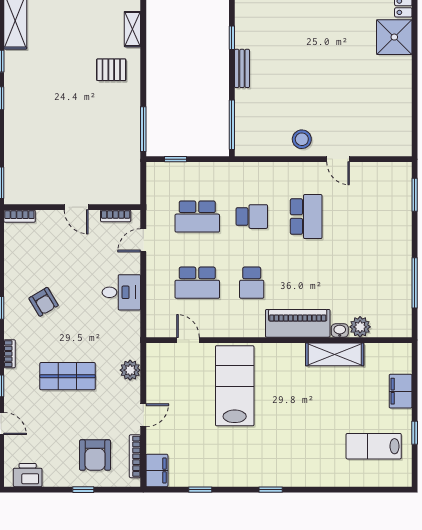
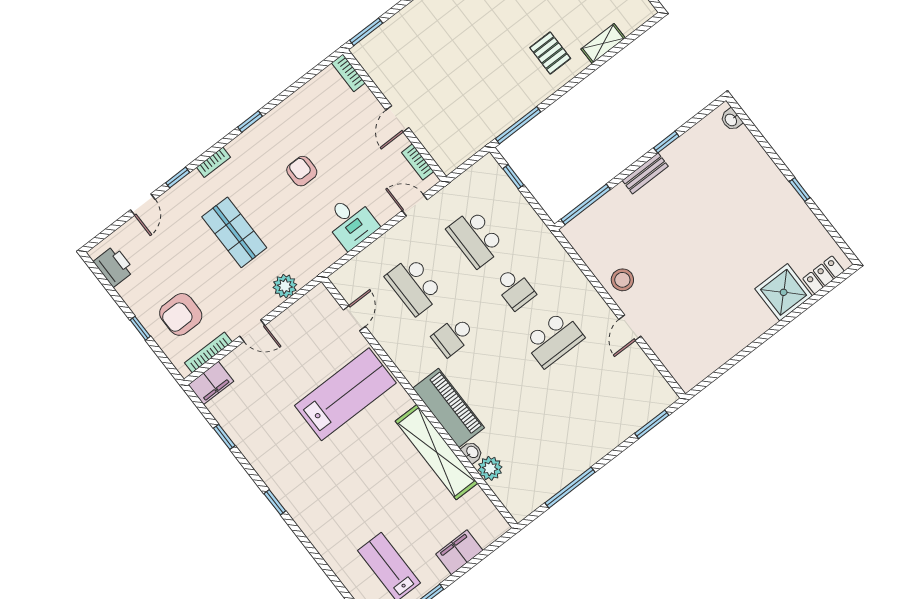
armchair: (44, 302) -> (302, 171), moved, turned 121
shelving: (335, 354) -> (437, 452), width x1.47

